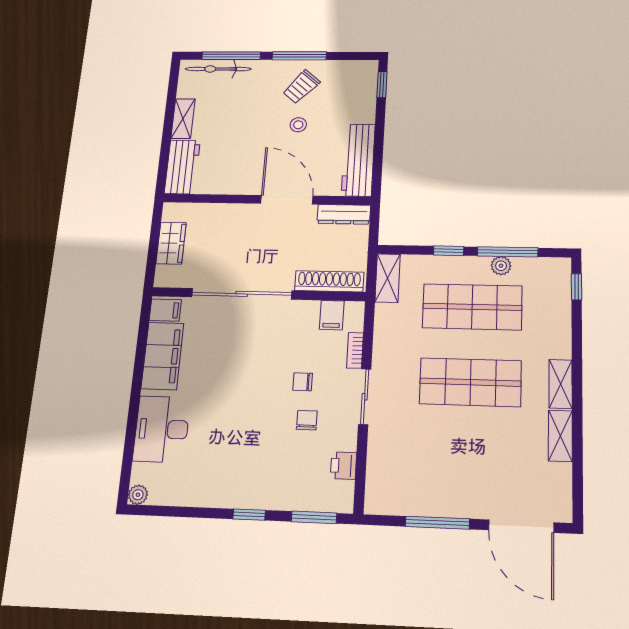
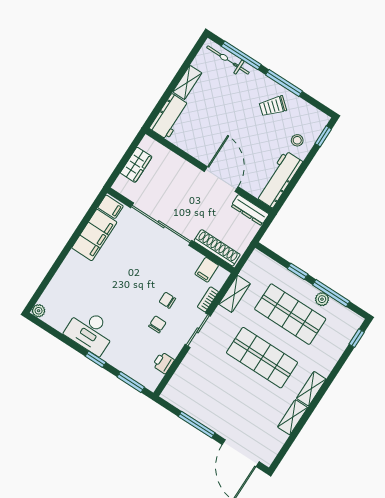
stool: (298, 125) -> (297, 140), moved
shelving: (388, 278) -> (235, 294), moved
desk: (162, 429) -> (90, 331), moved, turned -90

